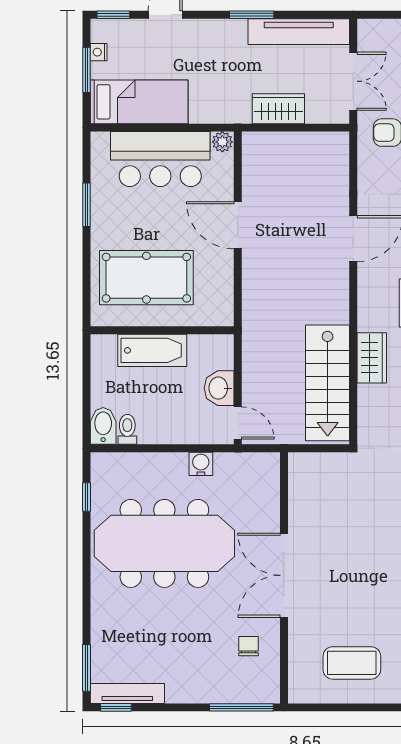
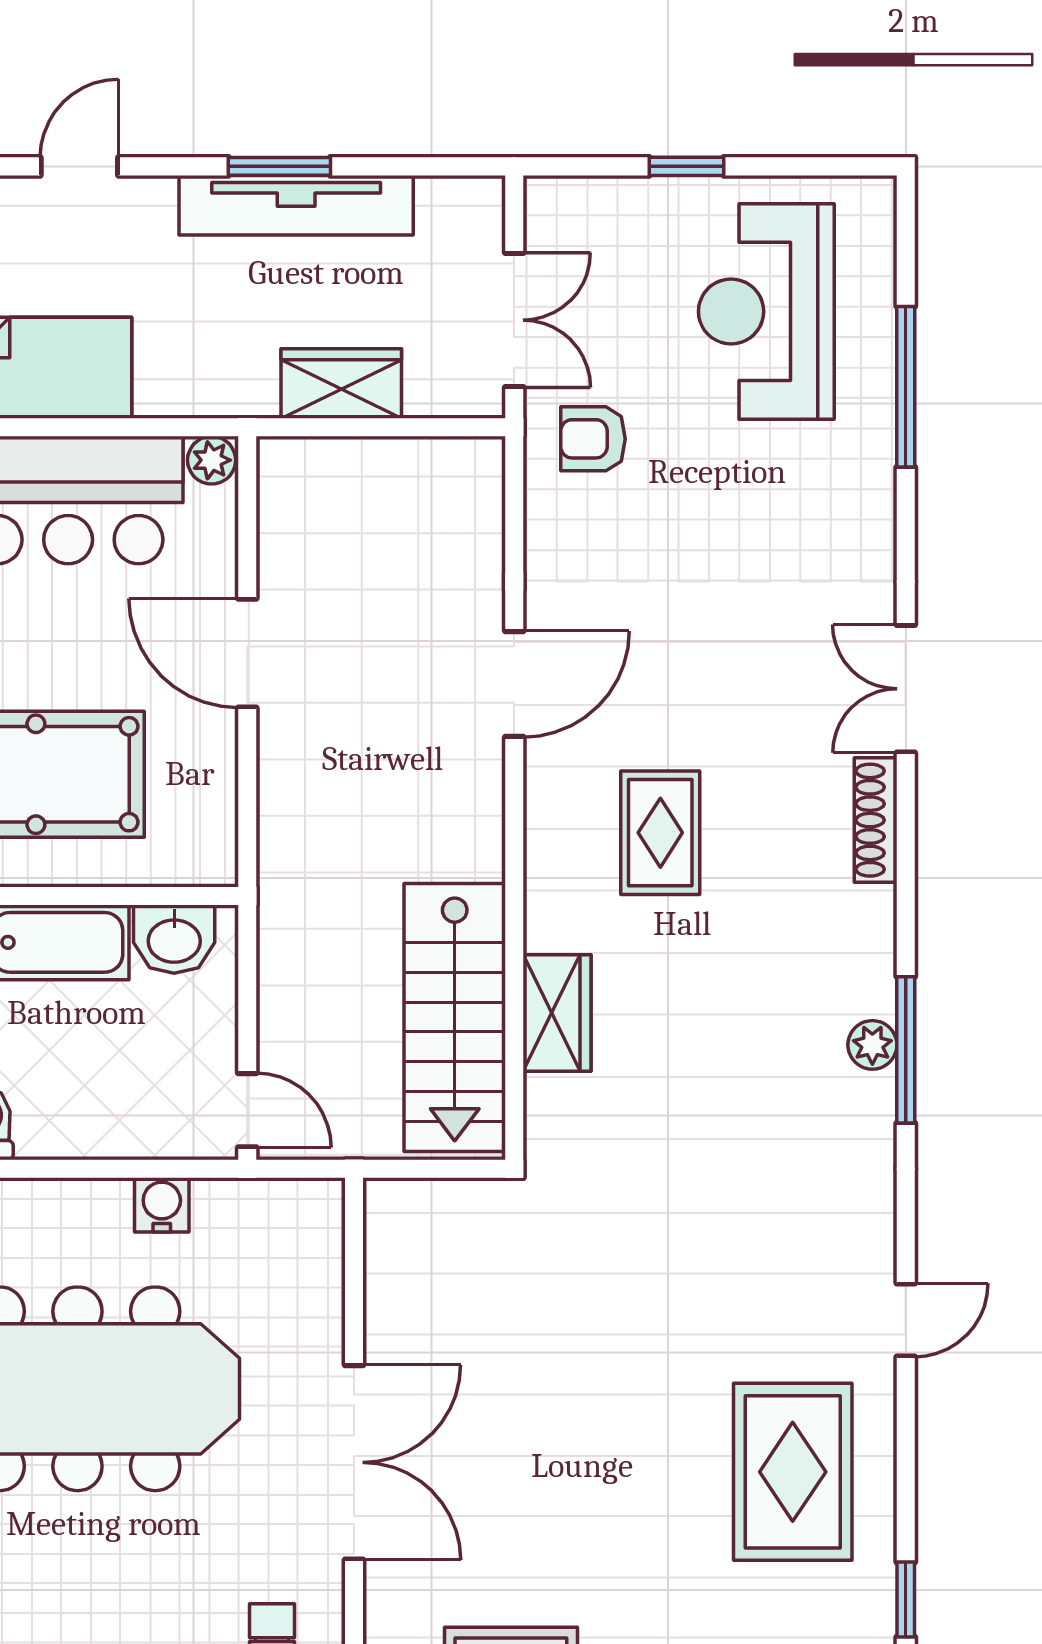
tv unit: (299, 32) -> (296, 205), moved
wardrobe: (372, 358) -> (557, 1013), moved
washbasin: (219, 388) -> (174, 939), moved, turned -90
double door: (284, 575) -> (354, 1462), swing flipped

